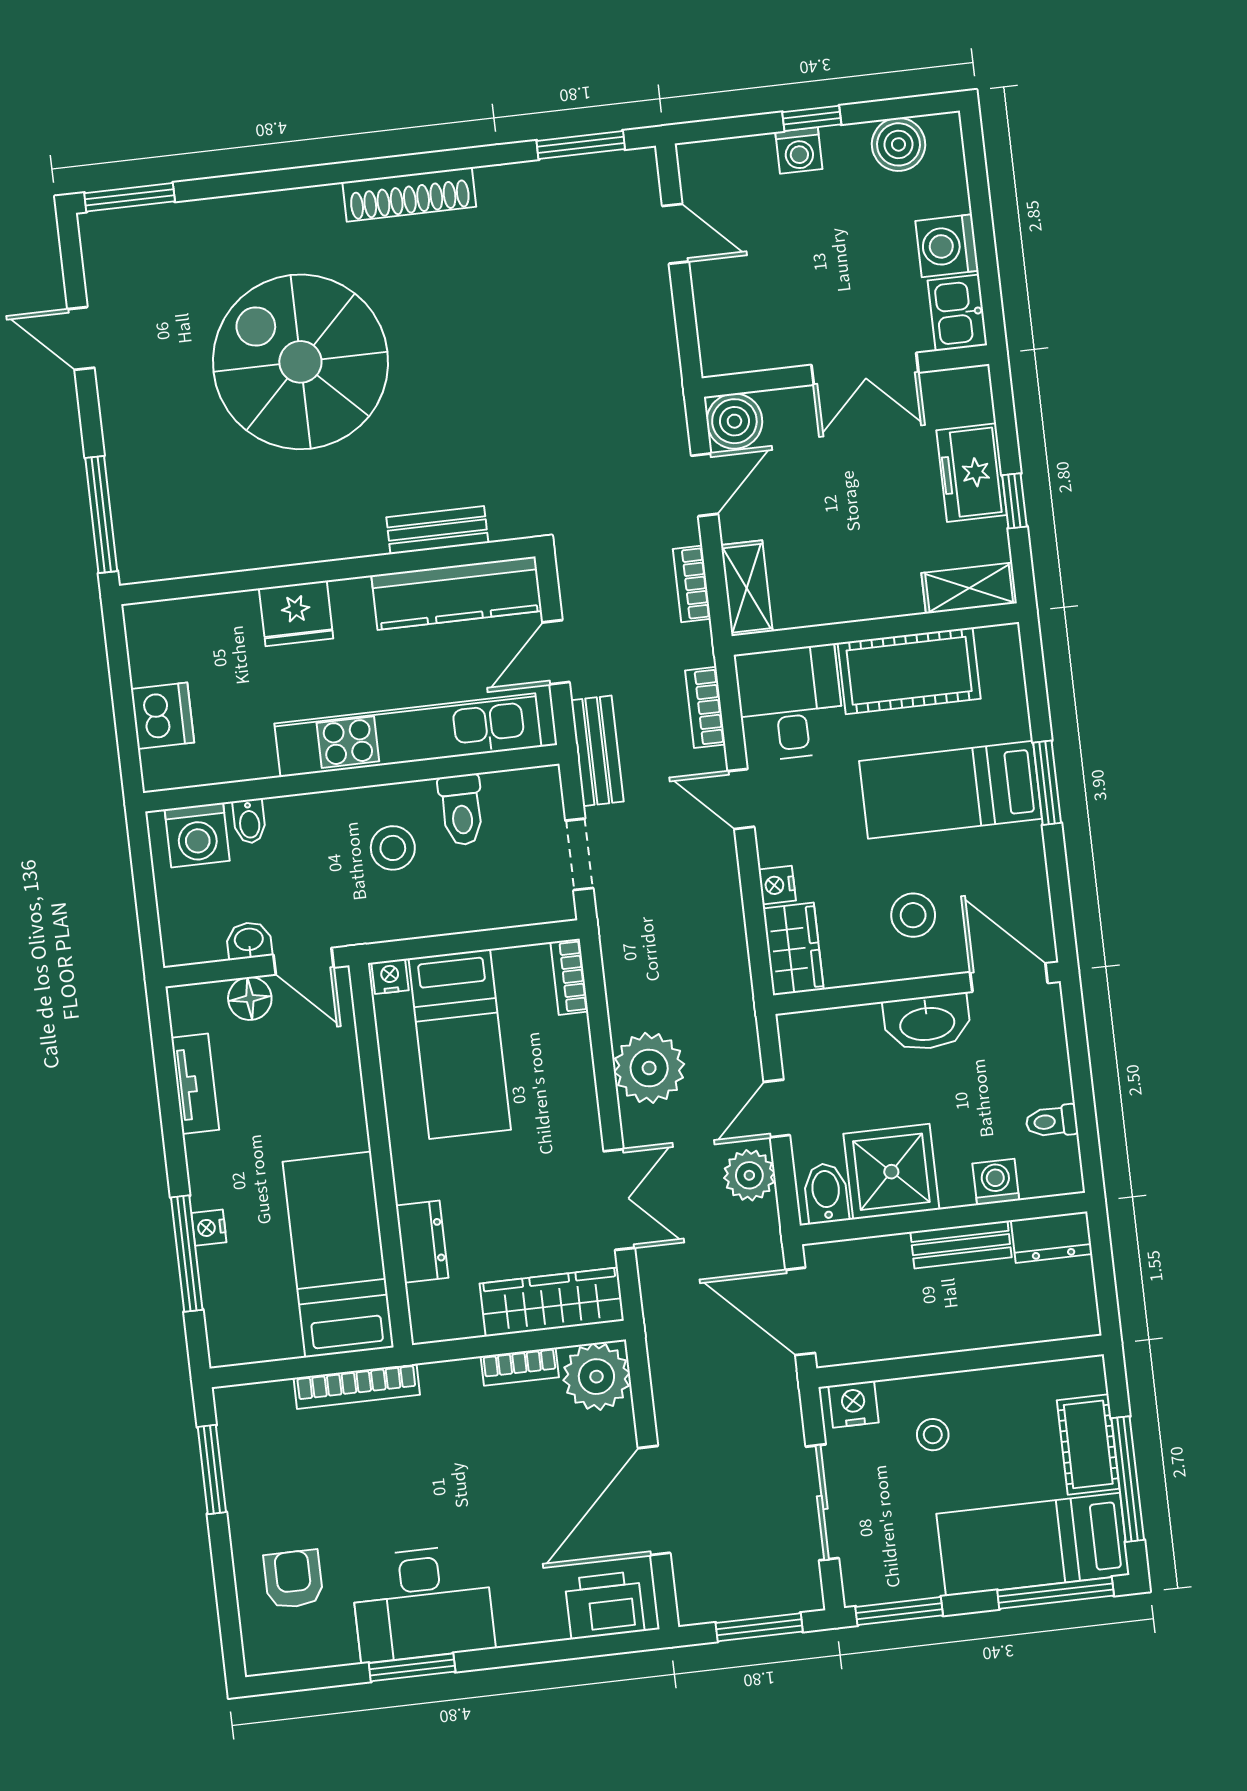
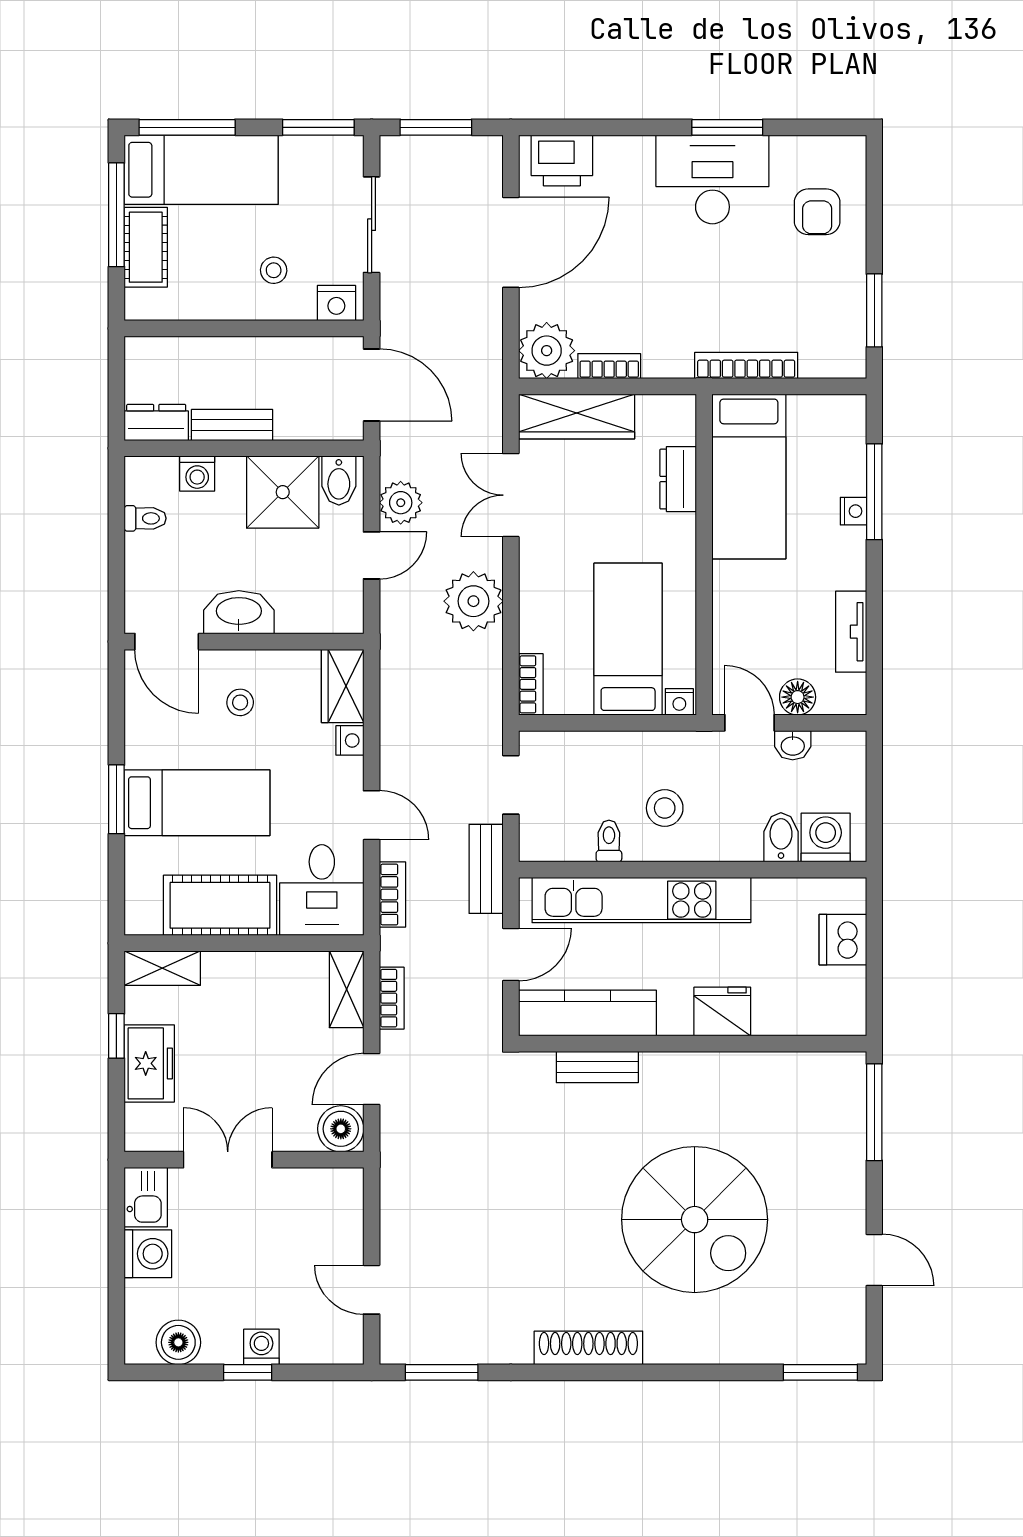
toilet: (461, 810) -> (609, 841), width x0.73, depth x0.72
bidet: (249, 821) -> (781, 837), width x1.38, depth x1.36
stool: (913, 915) -> (240, 702), width x0.73, depth x0.73

